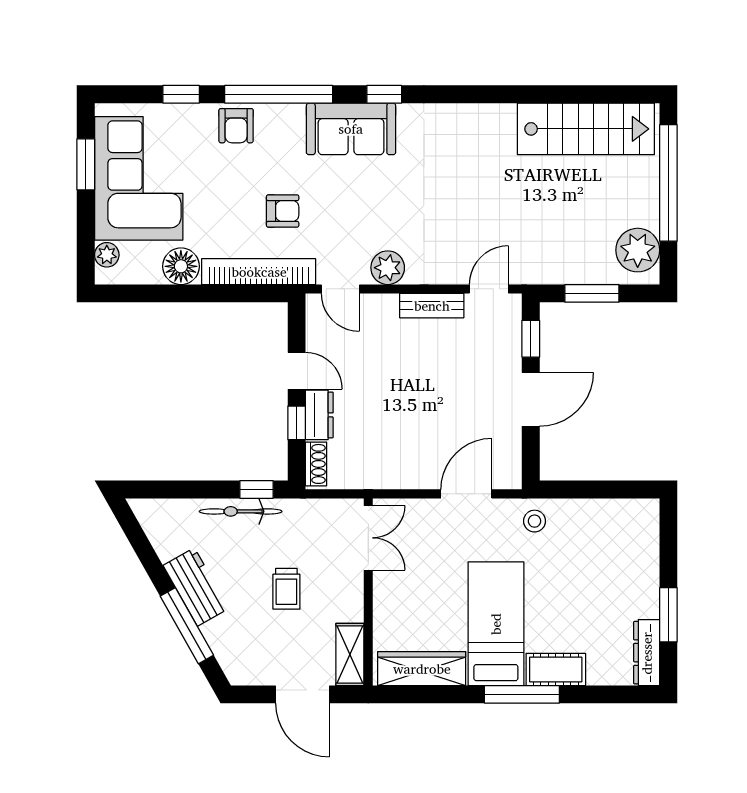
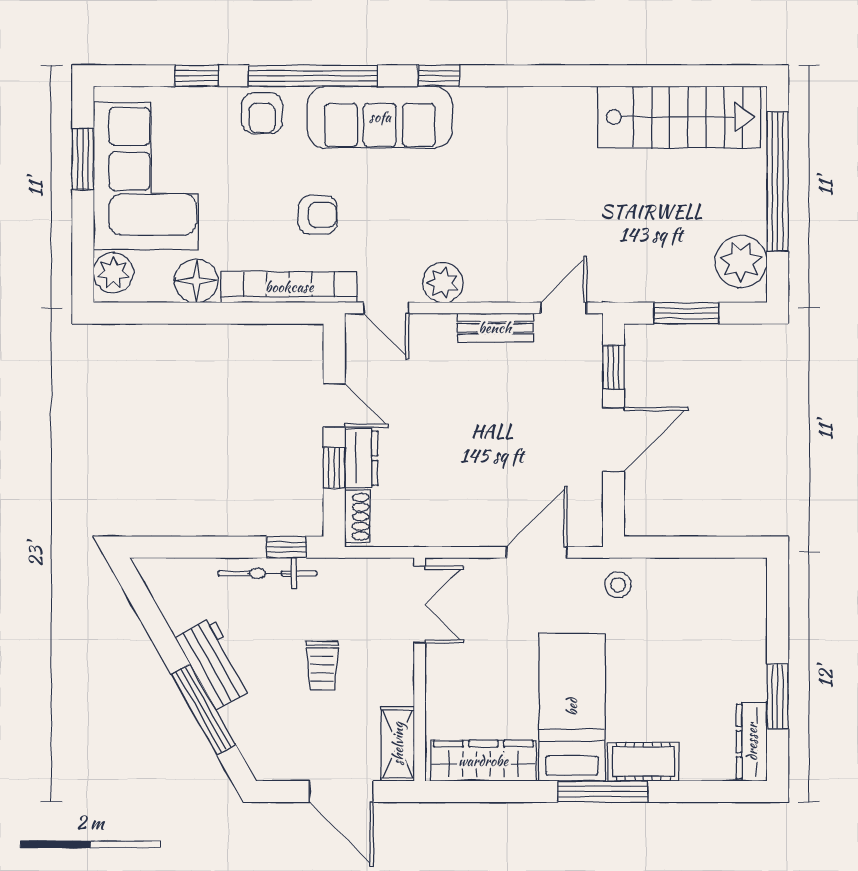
sofa: (351, 129) -> (380, 117), width x1.36
plant: (107, 255) -> (113, 273), width x1.38, depth x1.38

